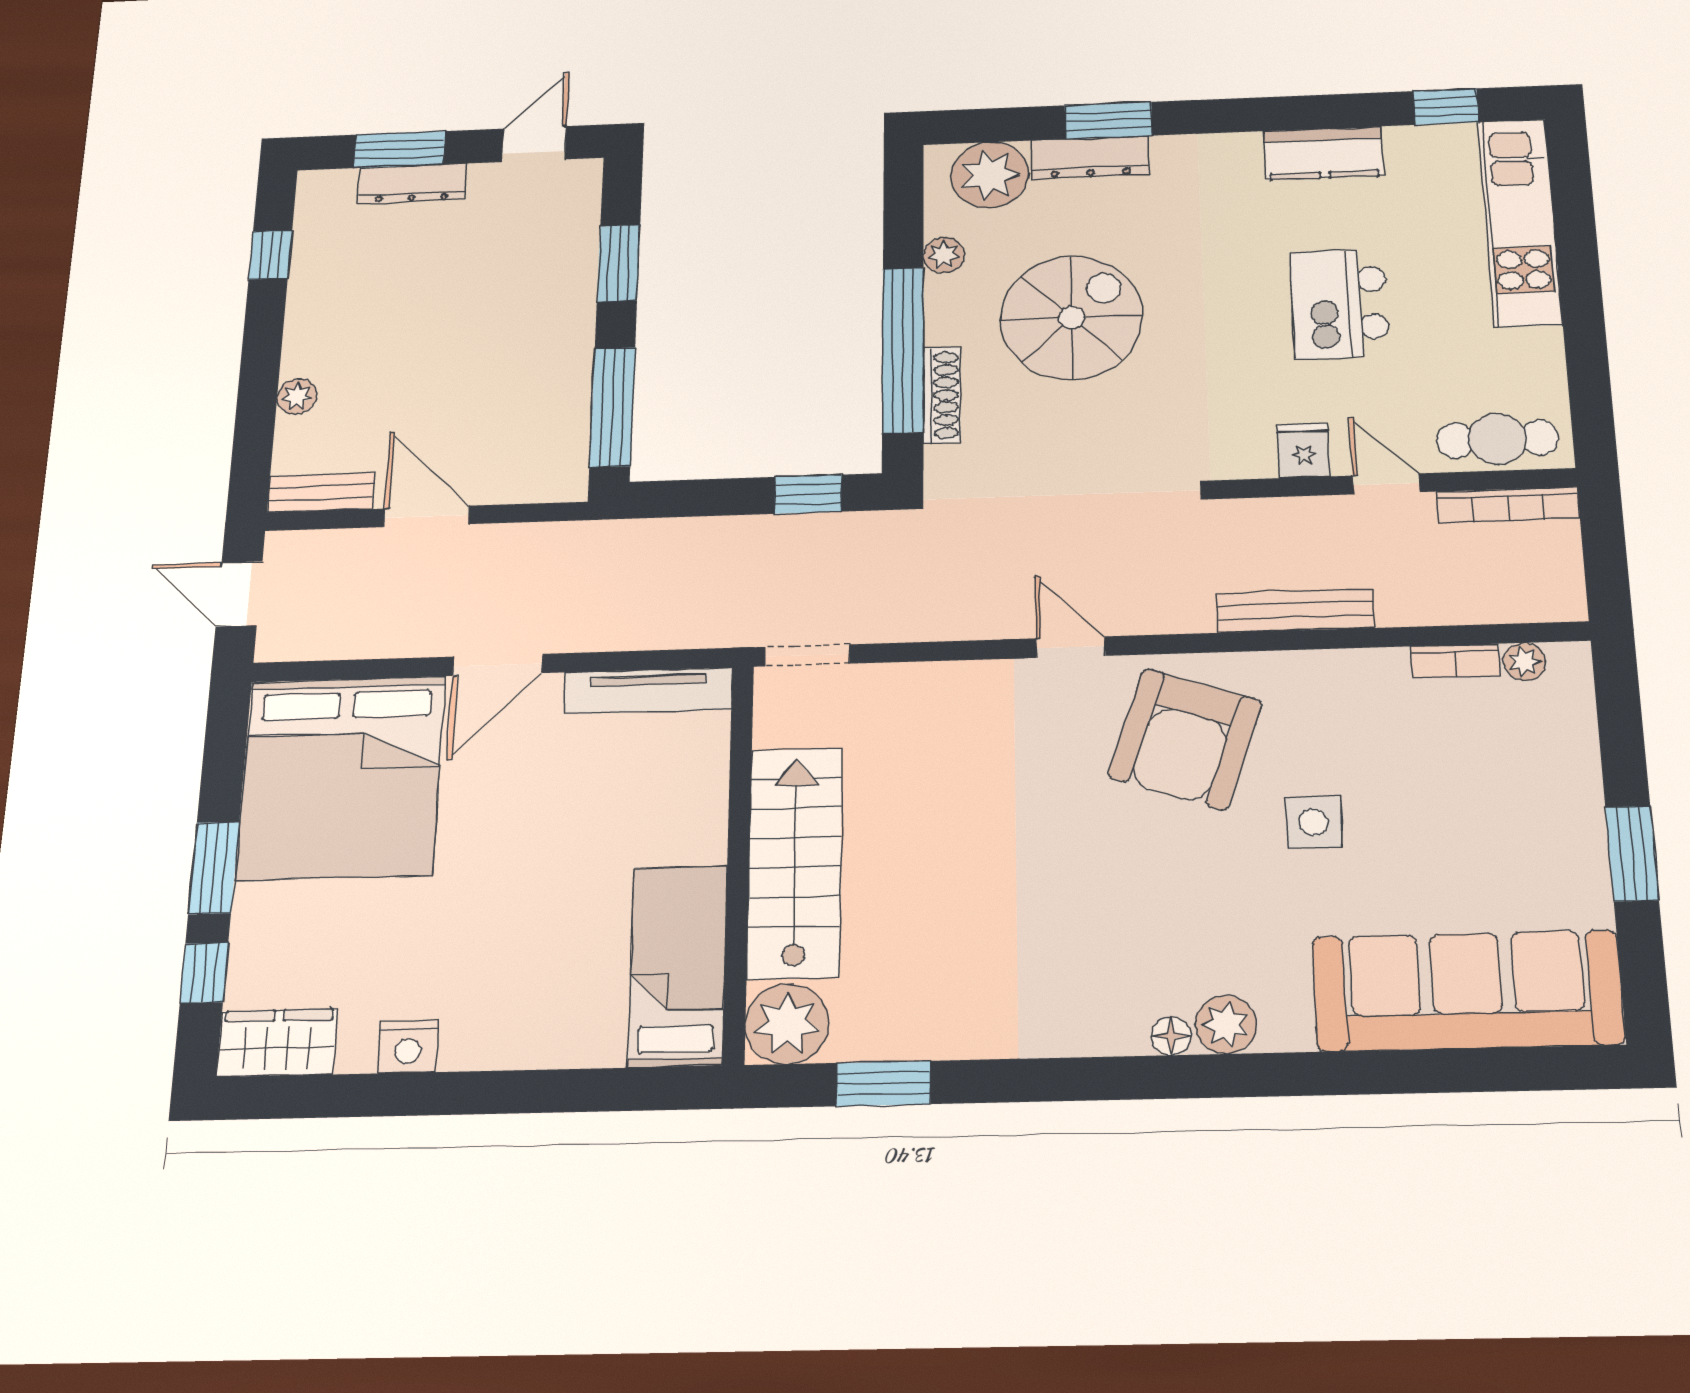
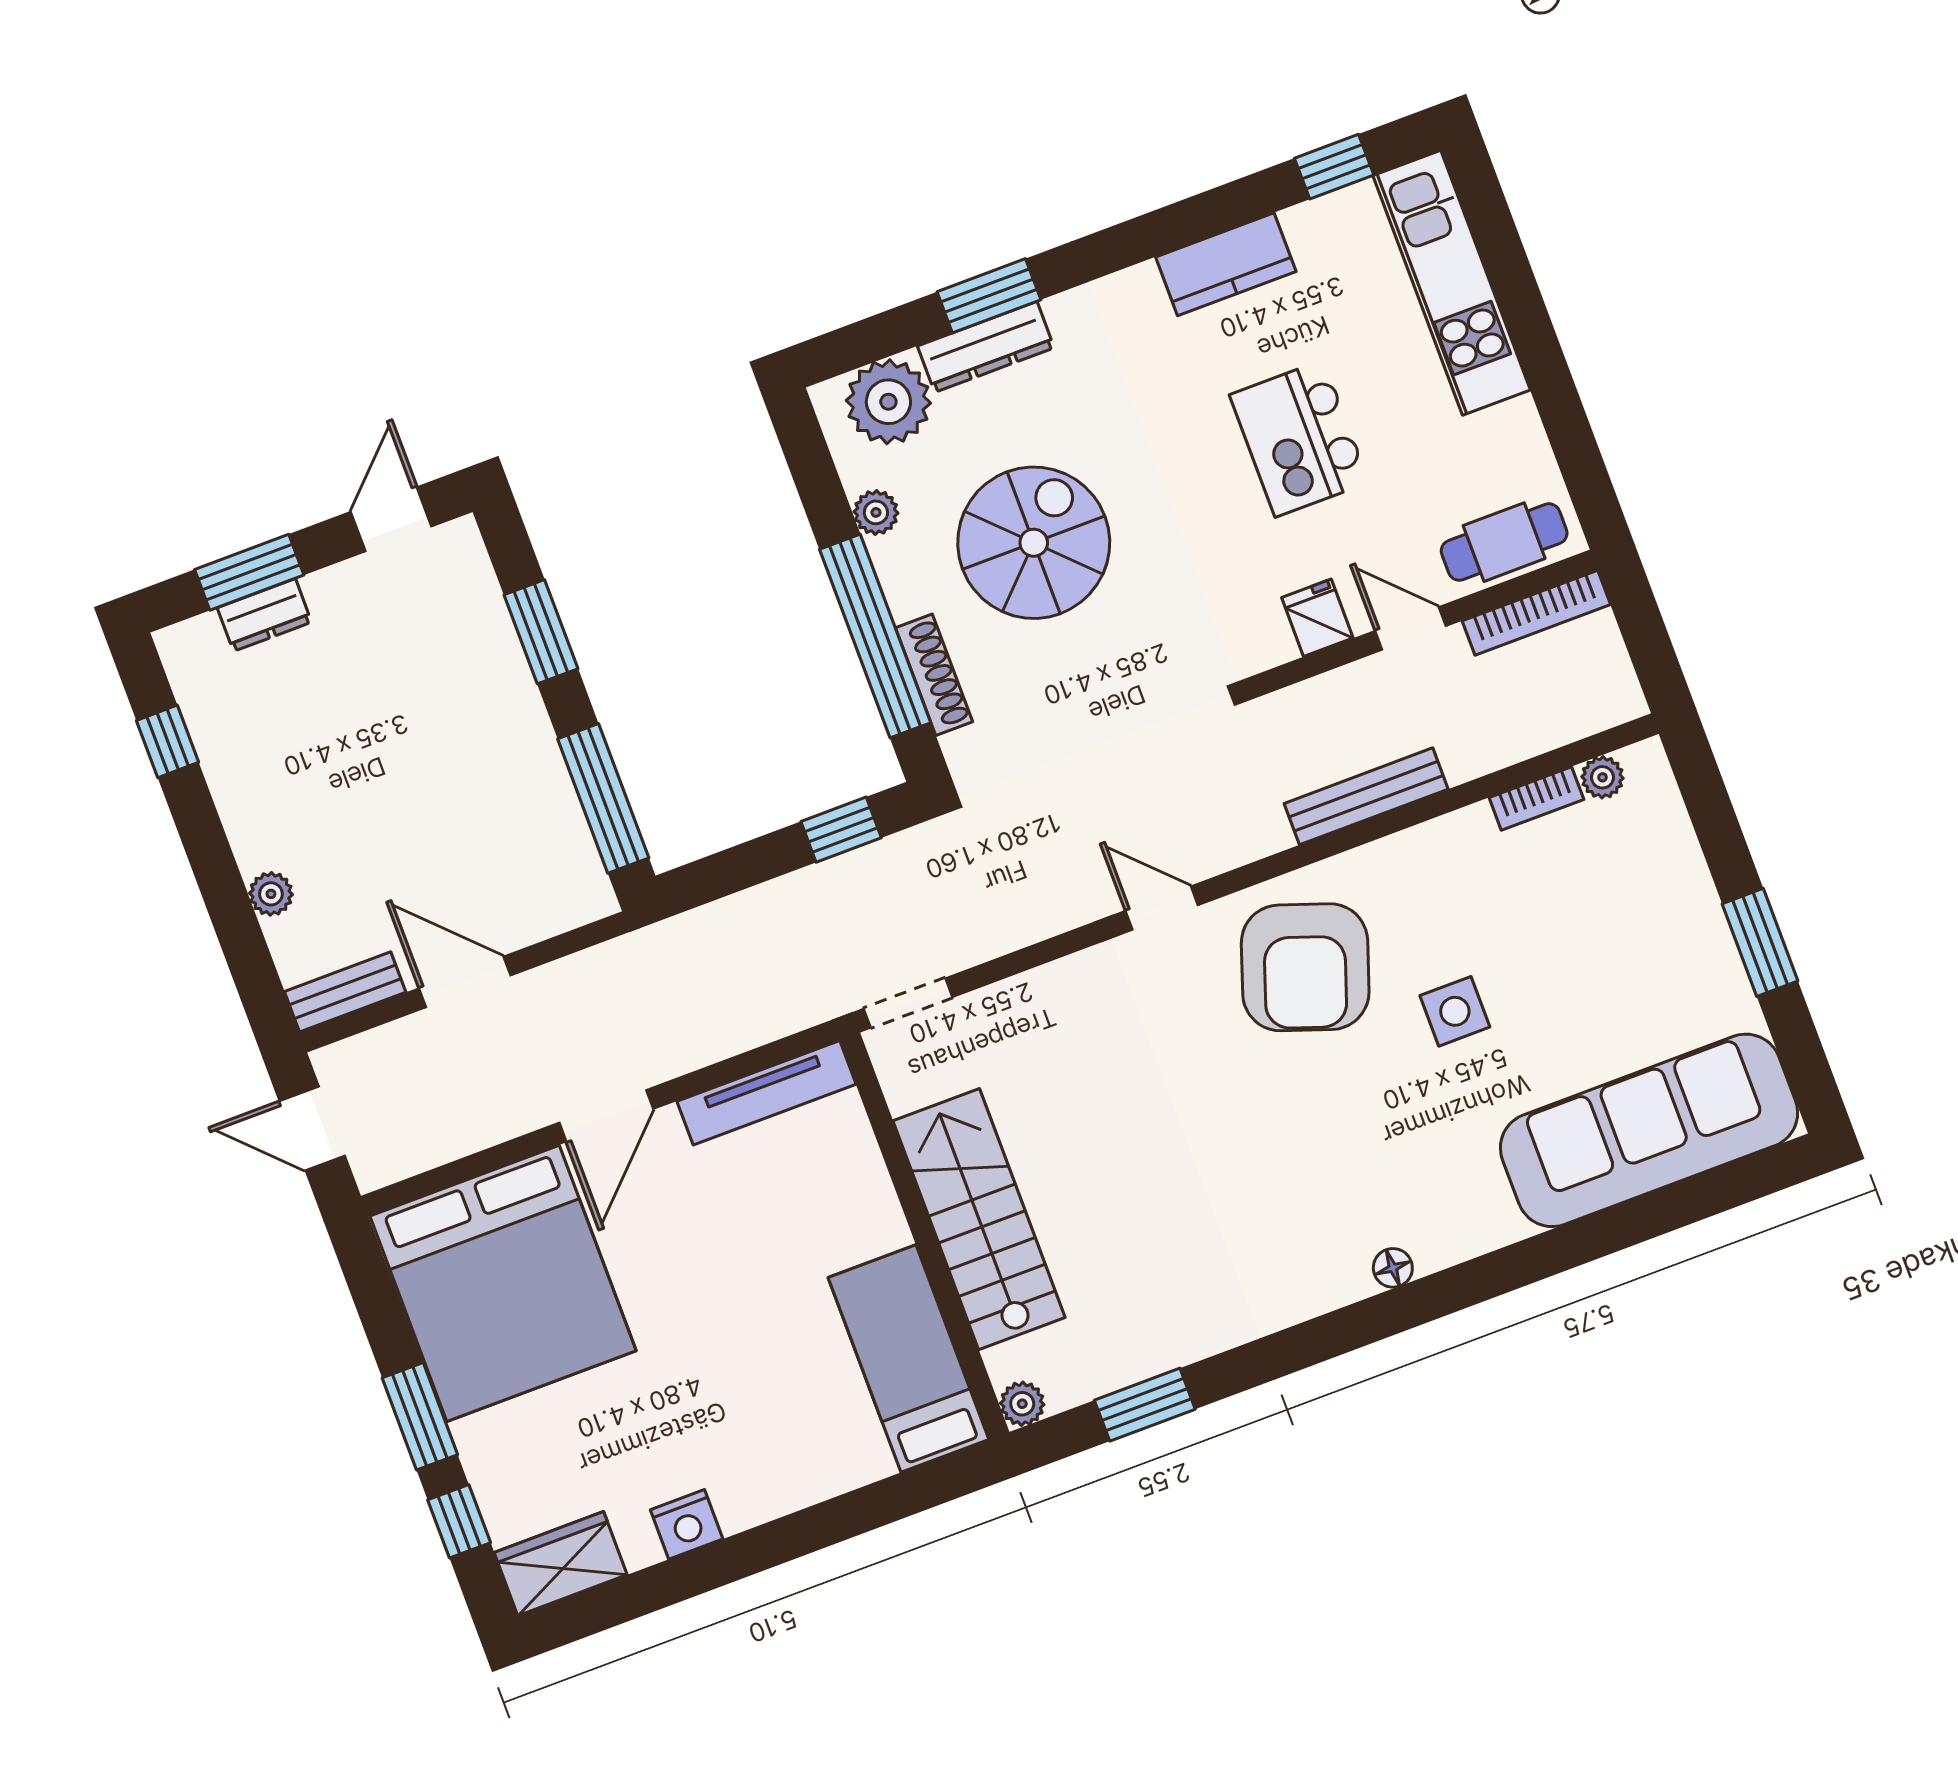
dresser: (413, 184) -> (264, 615), width x0.70
plant: (787, 1024) -> (1022, 1404), width x0.53, depth x0.53
plant: (1226, 1025) -> (1439, 1240), removed

